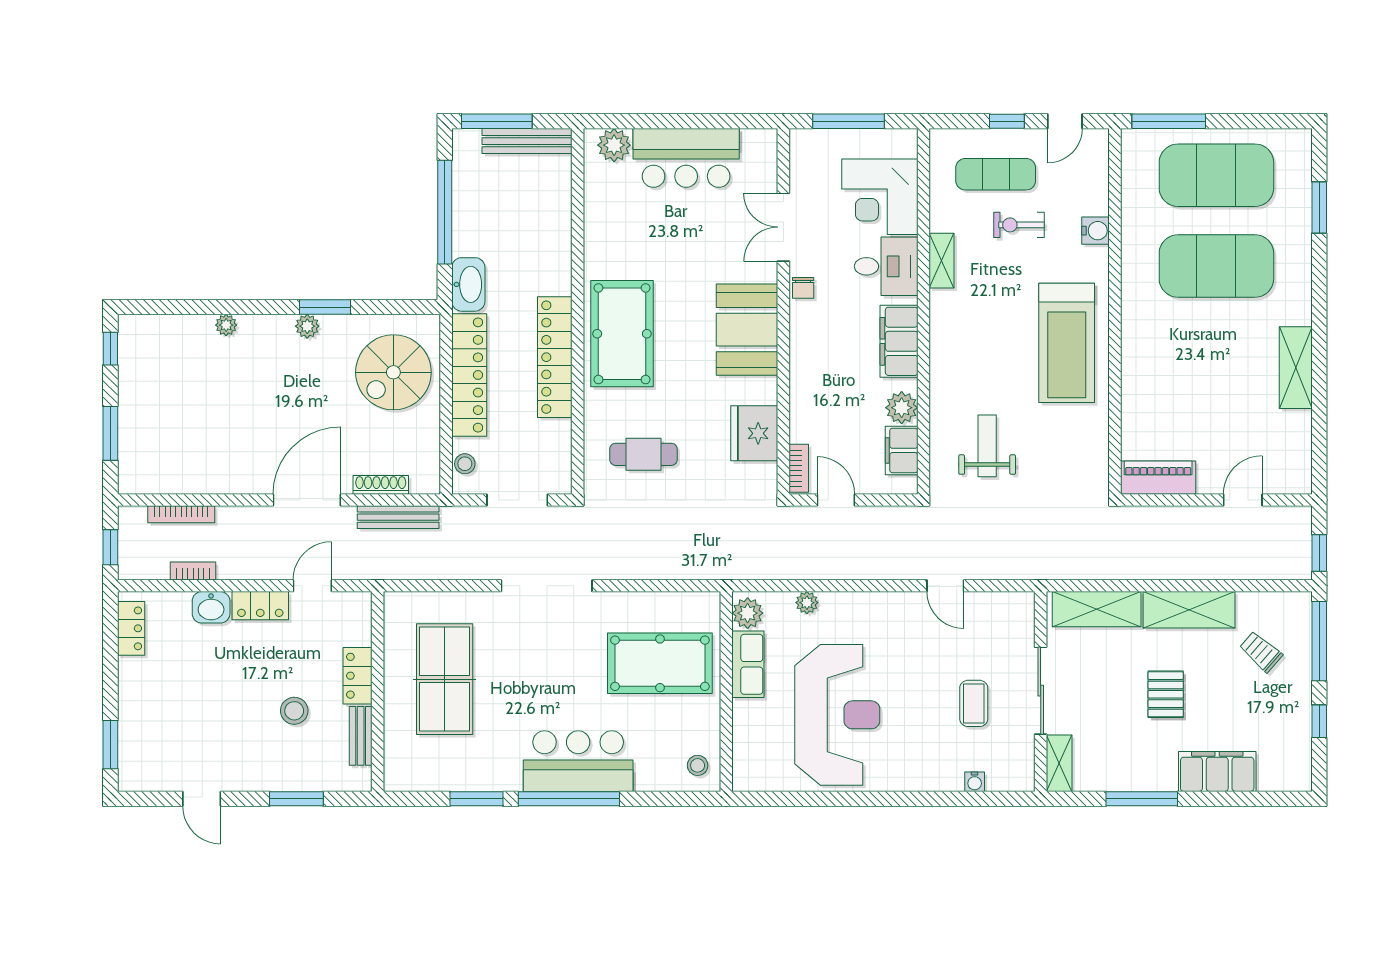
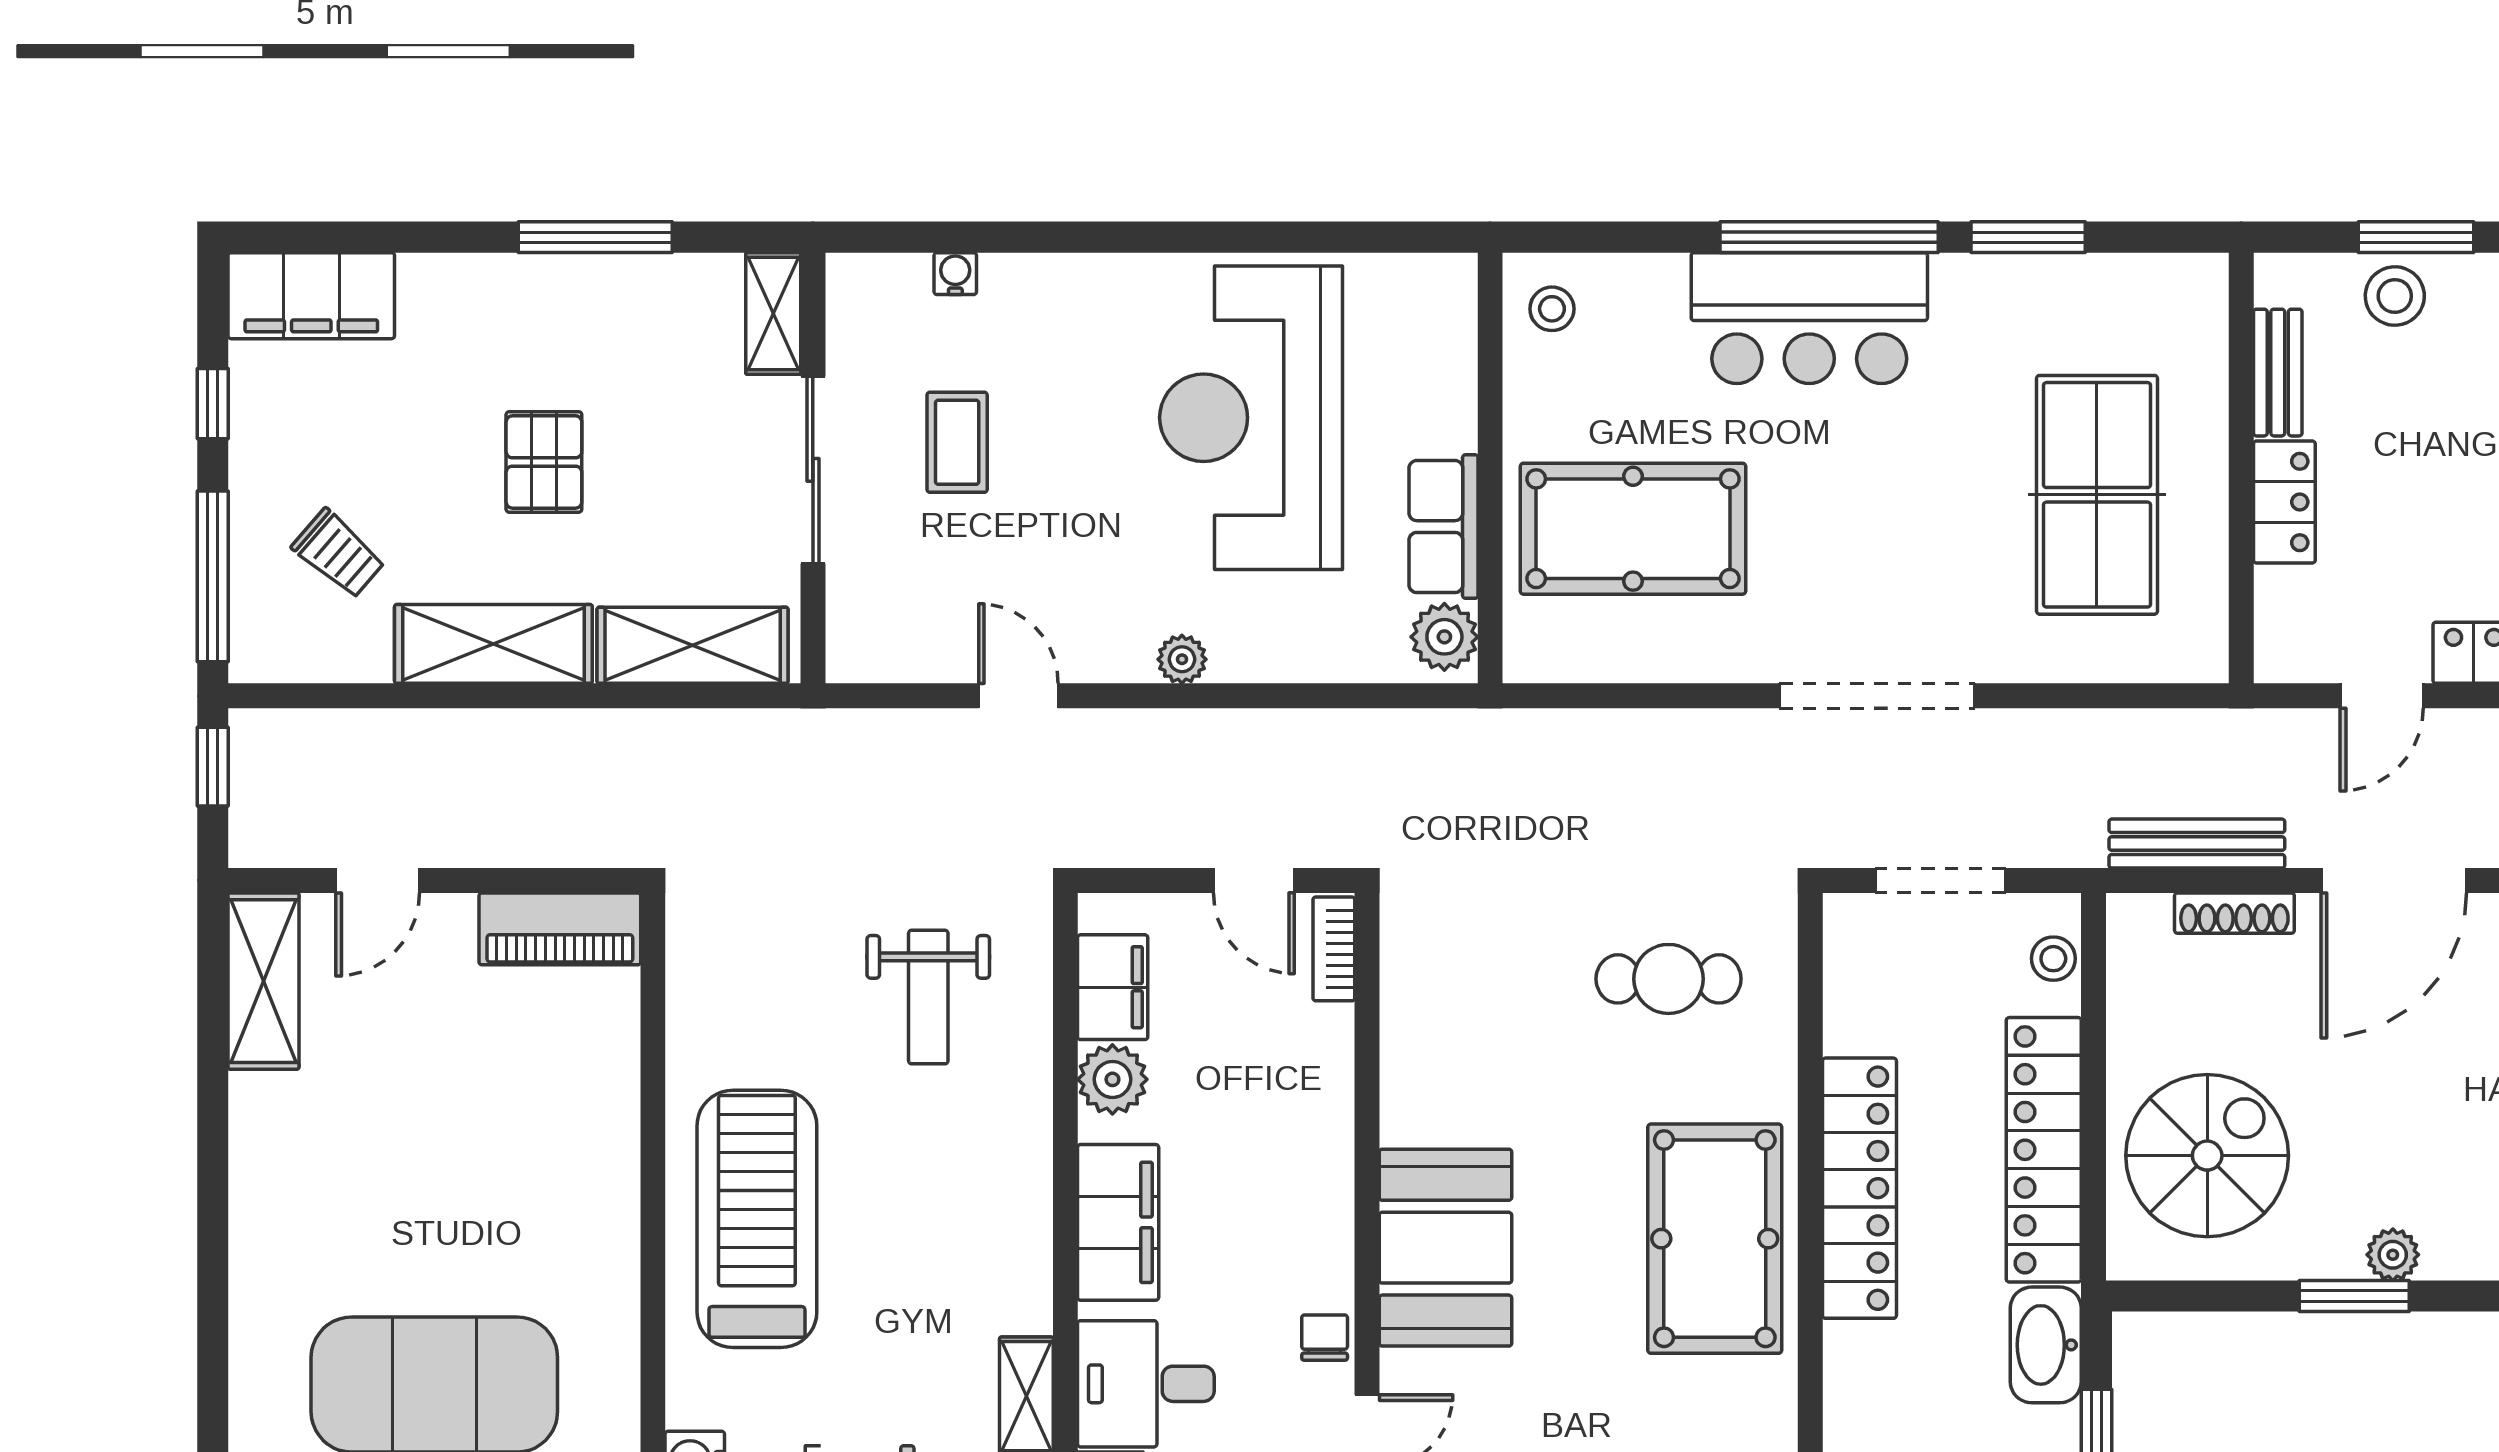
shelving: (1296, 368) -> (263, 981), moved
fridge: (754, 433) -> (1430, 1024), removed
plant: (807, 603) -> (1182, 659), moved
stool: (294, 711) -> (2395, 296), moved
filing cabinet: (1217, 772) -> (311, 296), moved

